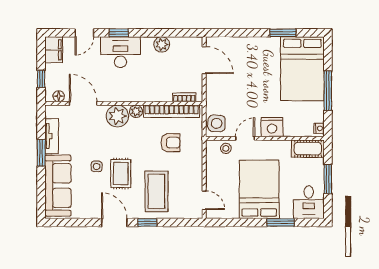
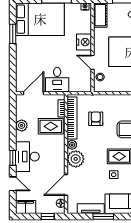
rug: (161, 83) -> (51, 126), added
desk: (222, 92) -> (57, 80), added
side table: (217, 123) -> (81, 84), removed

